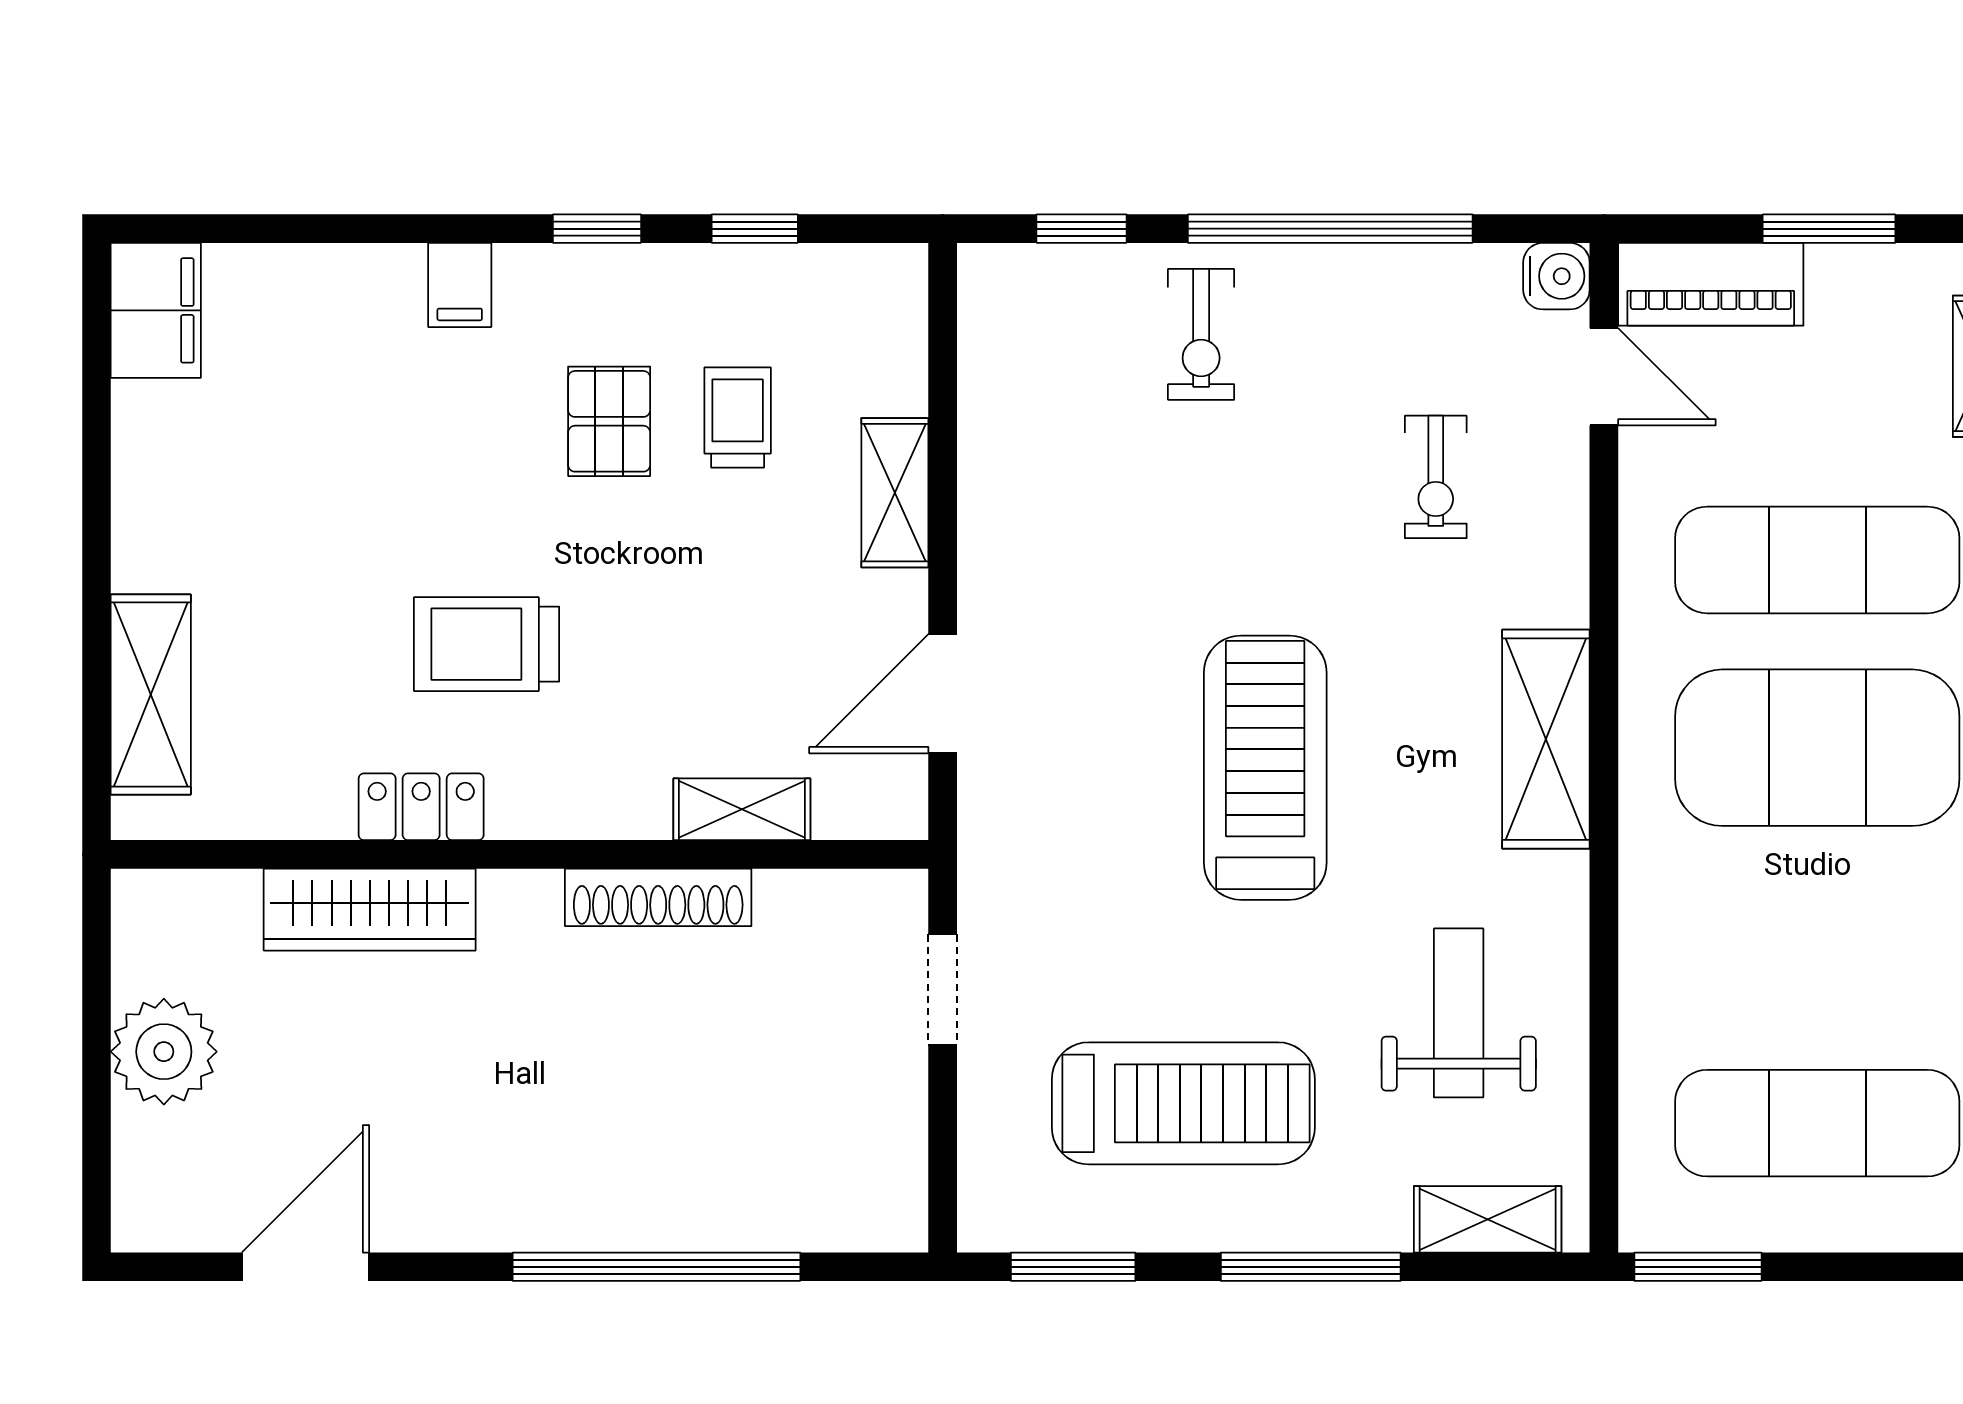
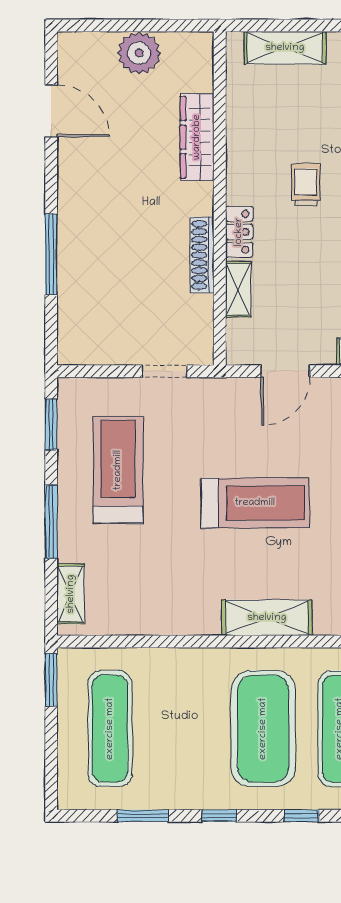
trolley: (487, 644) -> (306, 185), width x0.73, depth x0.72
door: (943, 694) -> (285, 371), swing flipped
locker: (421, 807) -> (239, 232), moved
weight bench: (1459, 1013) -> (155, 582), removed
treadmill: (1183, 1103) -> (118, 470), turned 180
window: (656, 1267) -> (51, 254), width x0.68

